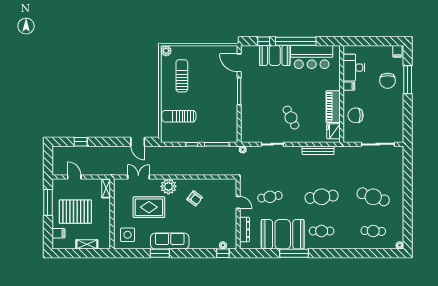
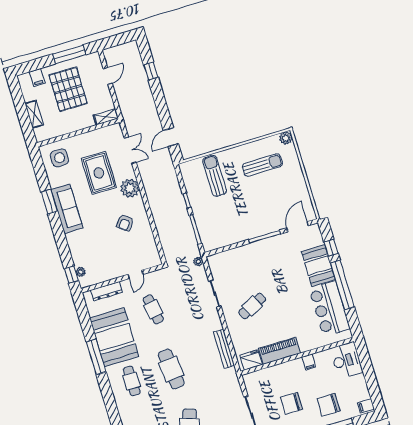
desk: (354, 68) -> (346, 360), moved, turned 90
chair: (356, 115) -> (291, 403), moved, turned -90

